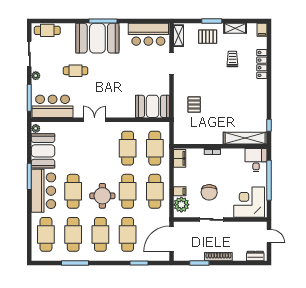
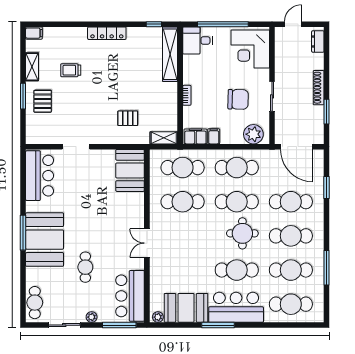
shelving: (178, 36) -> (164, 138), moved
locker: (262, 64) -> (107, 33), moved
filing cabinet: (180, 191) -> (214, 136), moved

